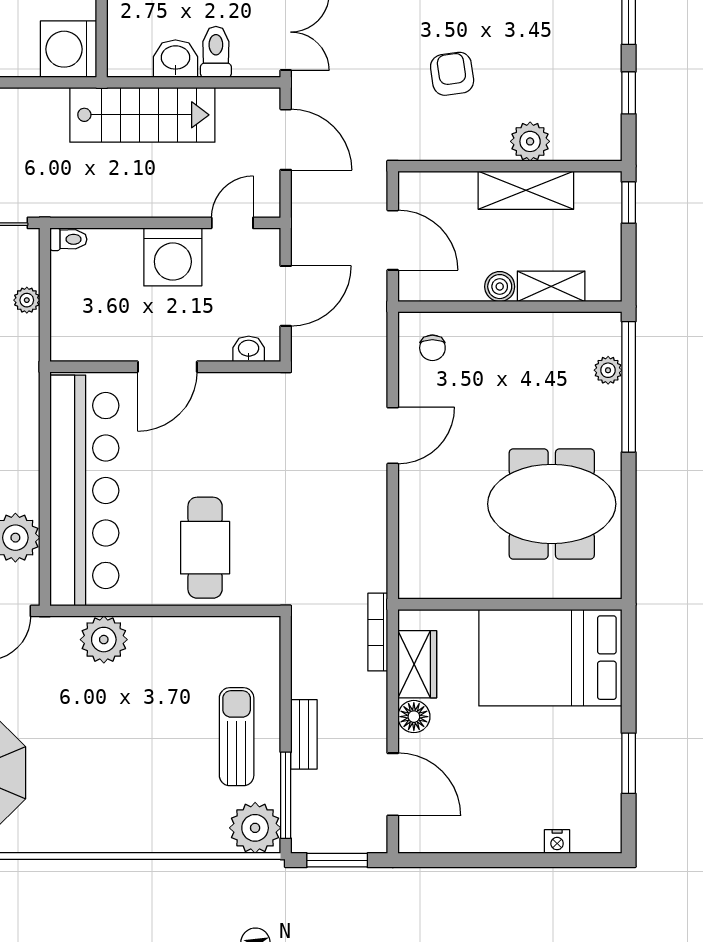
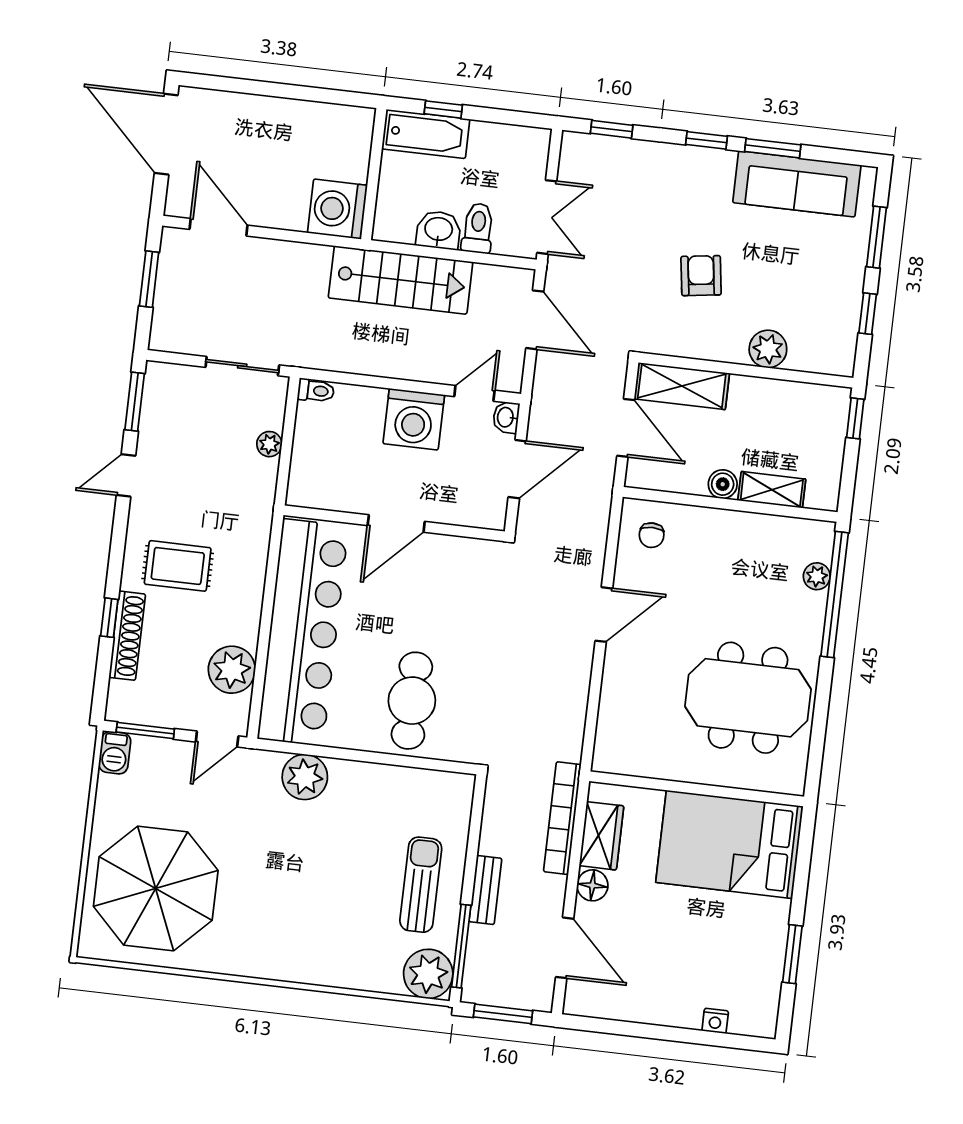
shelving: (526, 190) -> (682, 386), moved
washbasin: (249, 349) -> (506, 417), moved, turned -90
bookcase: (378, 632) -> (562, 818), width x1.48, depth x1.31

